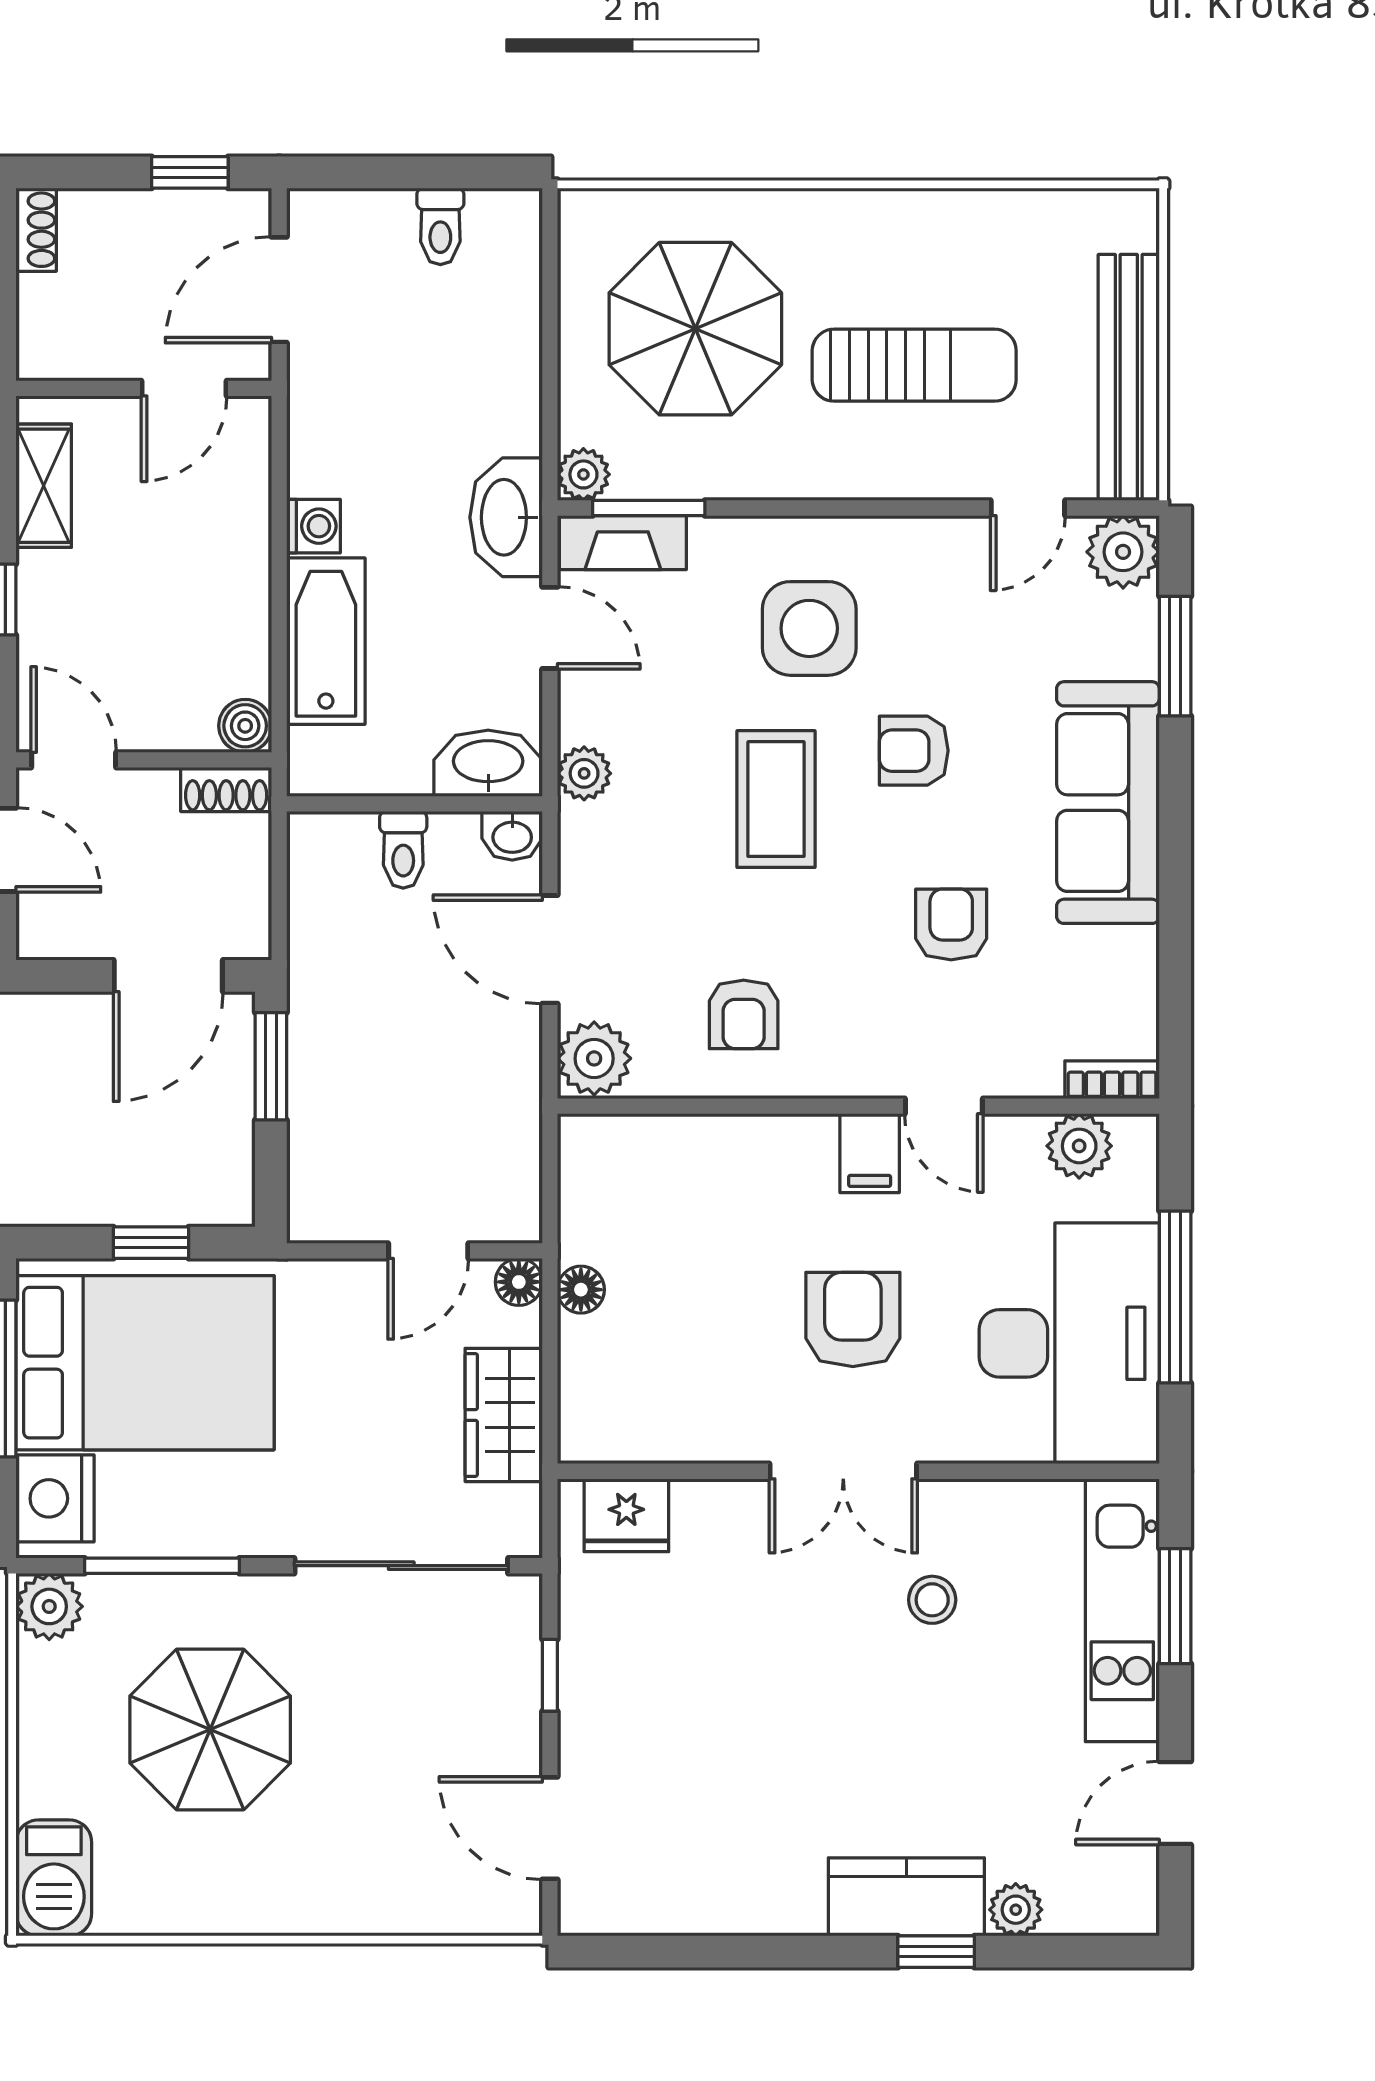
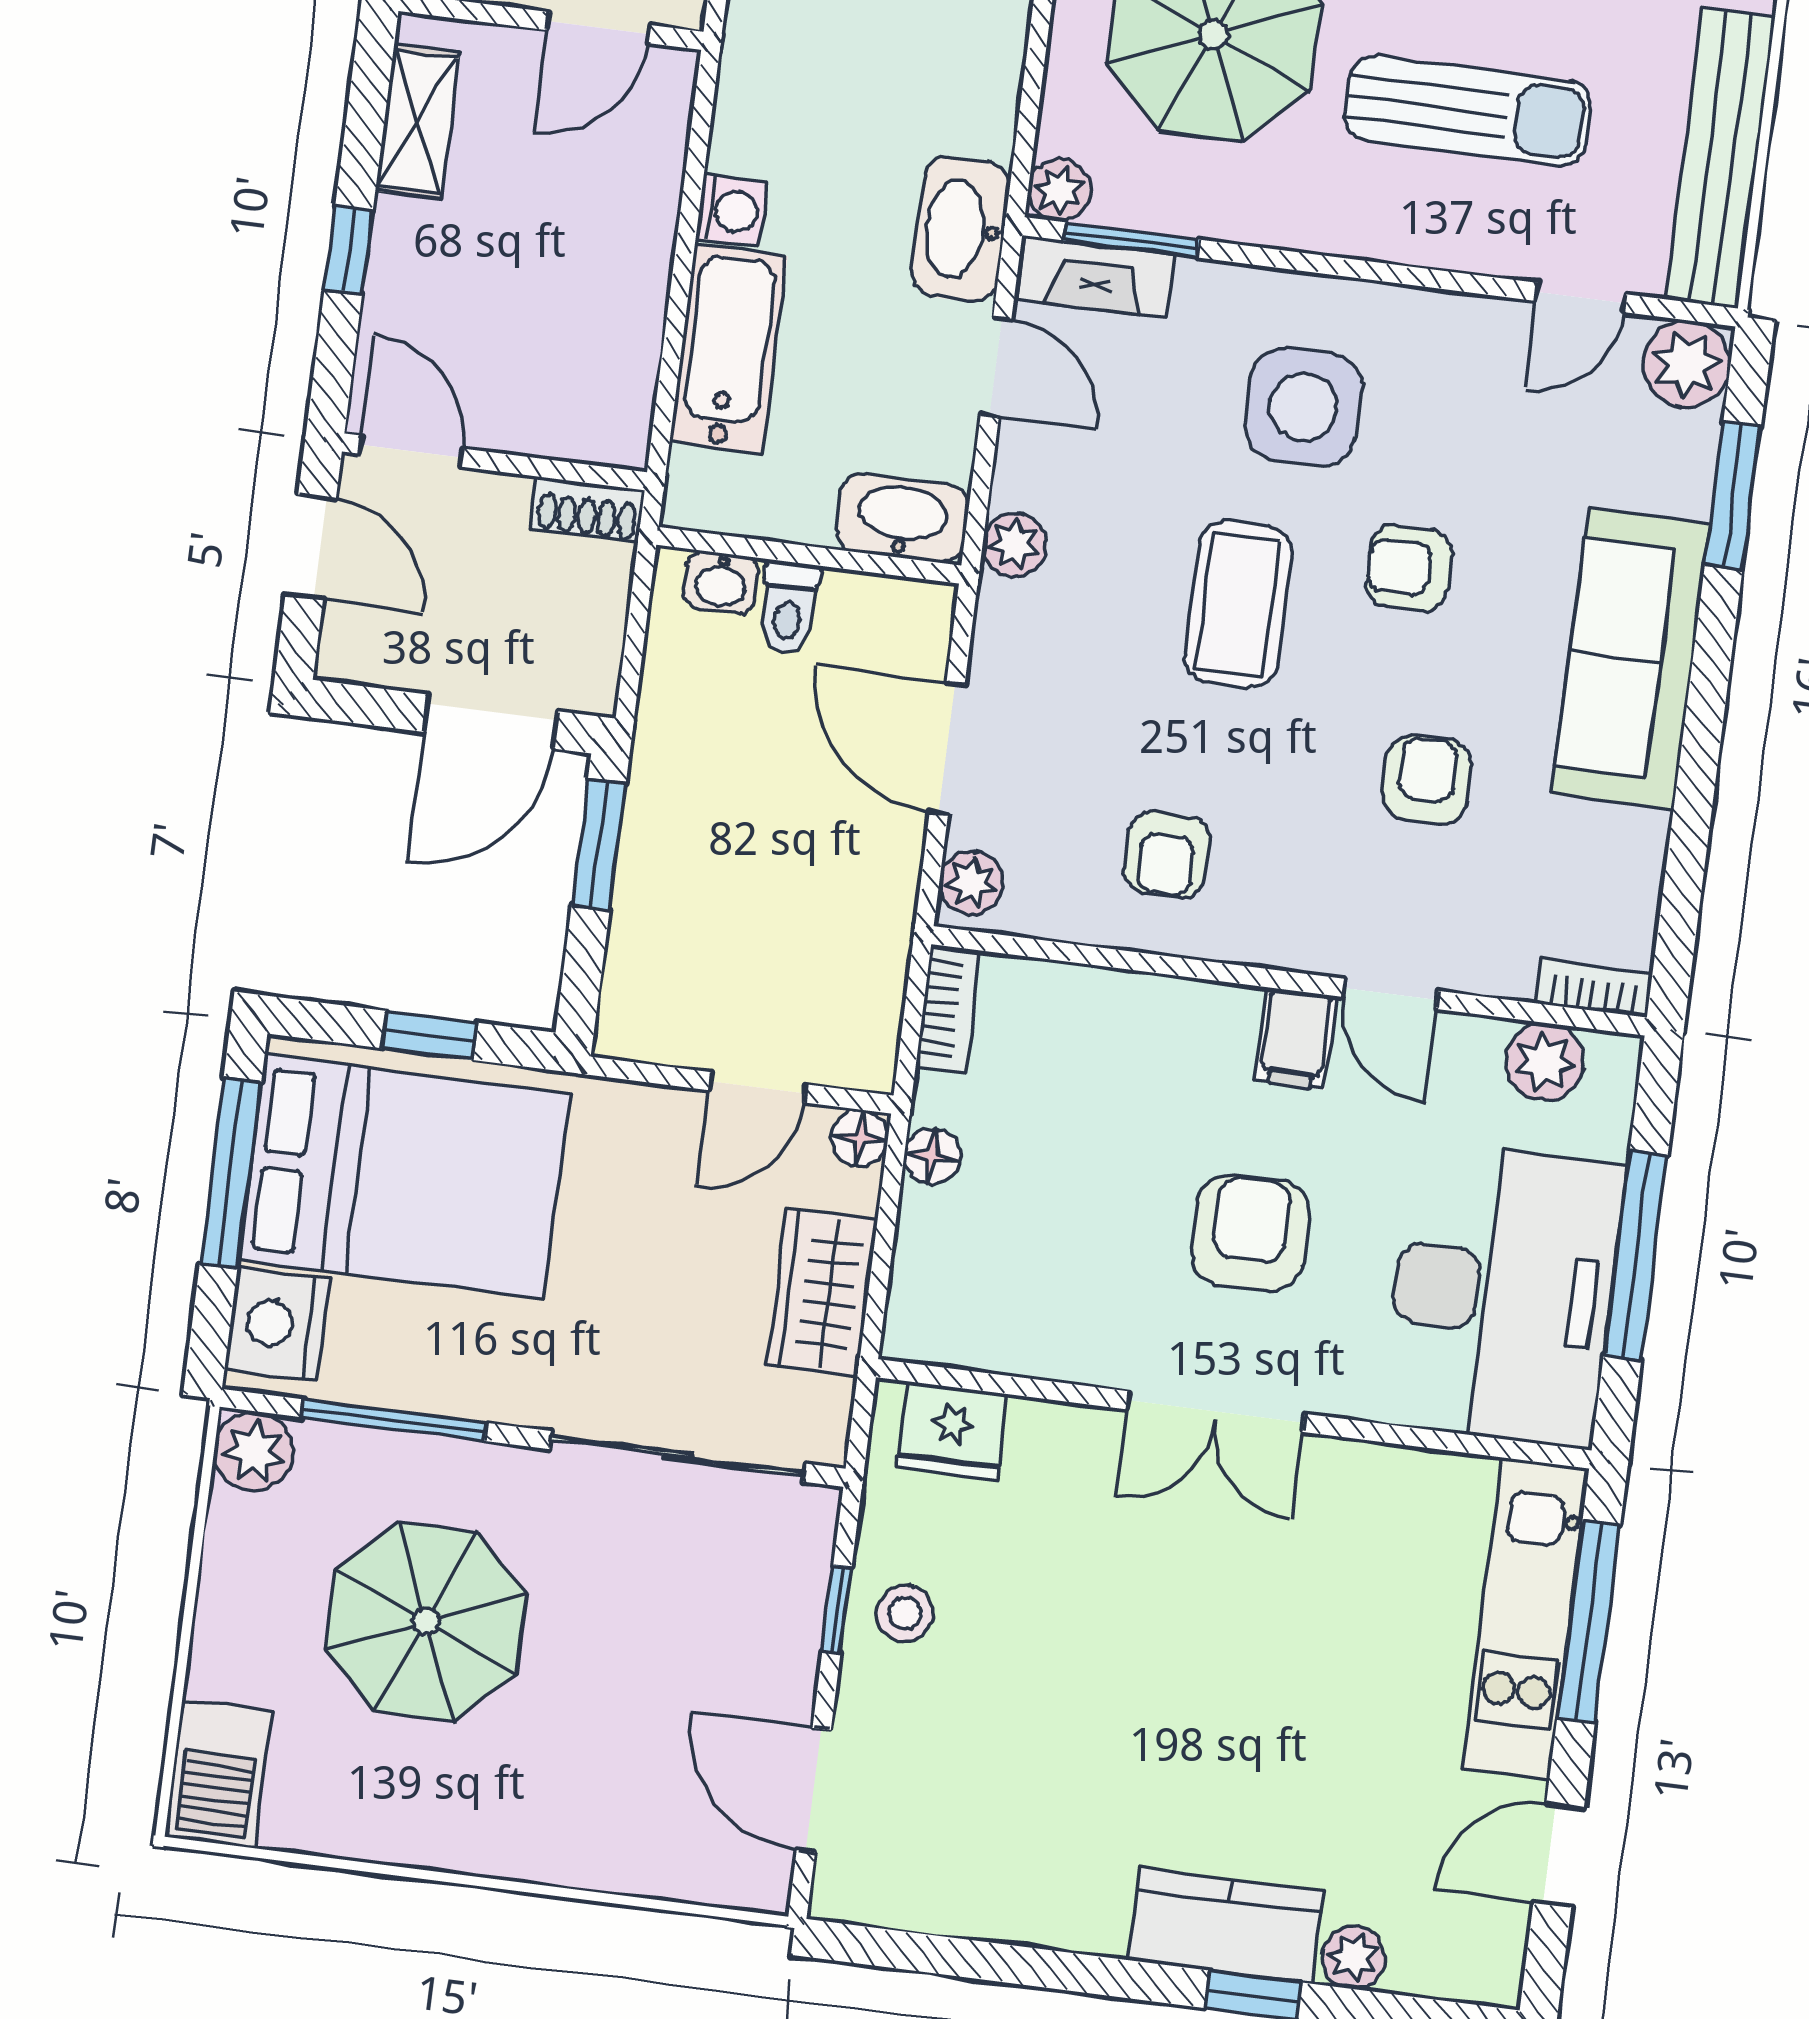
boiler: (245, 726) -> (620, 437), removed
washbasin: (512, 836) -> (721, 582), moved
plant: (594, 1058) -> (971, 883), width x0.73, depth x0.73
bookcase: (578, 1166) -> (948, 1009), added
stool: (932, 1600) -> (905, 1613), moved
window: (1175, 1606) -> (1589, 1622), width x1.44

